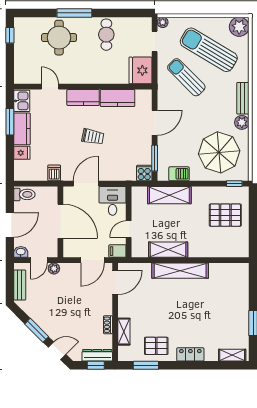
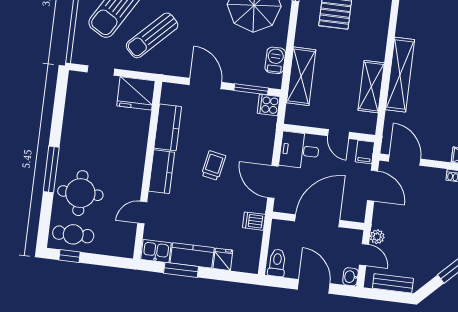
plant: (163, 22) -> (77, 57), removed
cafe table: (106, 35) -> (73, 234), moved

